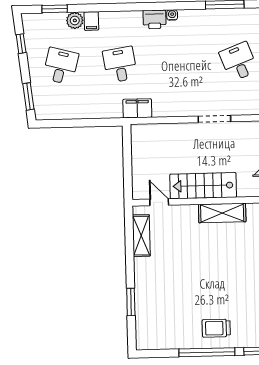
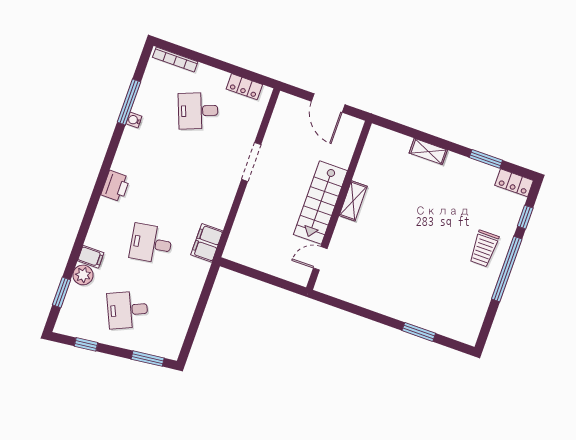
water cooler: (172, 15) -> (134, 120), moved
desk: (61, 66) -> (128, 310), turned -39
shelving: (222, 213) -> (353, 201), width x0.67, depth x0.75
shelving: (141, 236) -> (350, 292), removed

